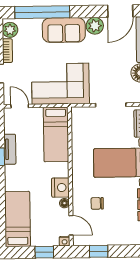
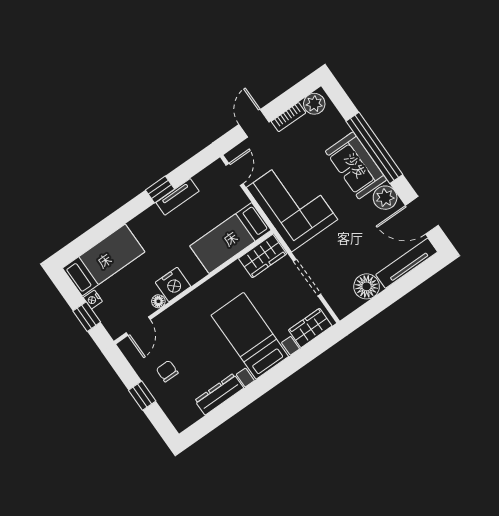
window: (42, 12) -> (374, 148), moved
wardrobe: (80, 123) -> (263, 256), added
chair: (97, 203) -> (167, 371), moved
nightstand: (65, 241) -> (93, 299), moved
window: (99, 251) -> (142, 396), moved

